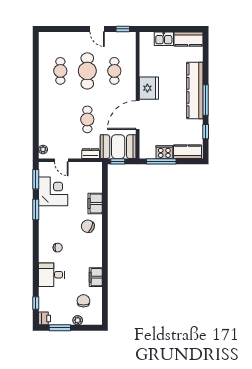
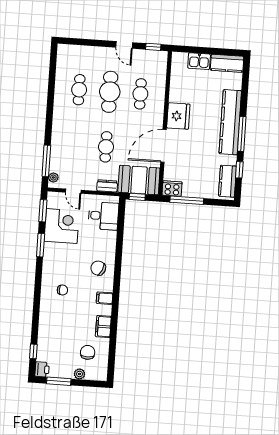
window: (36, 135) -> (46, 161), added
cooker: (164, 152) -> (172, 189), moved
kitchen counter: (187, 152) -> (227, 181), moved, turned -90
filing cabinet: (95, 203) -> (105, 298), moved, width x0.50
desk: (52, 275) -> (103, 216), moved, turned 180

